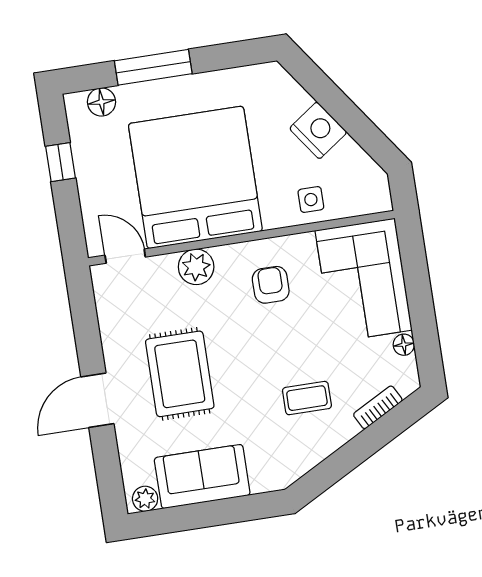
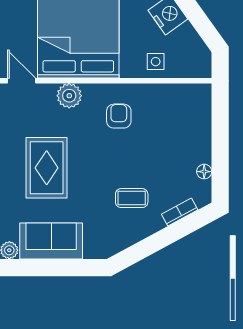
corner sofa: (364, 280) -> (183, 123), removed

